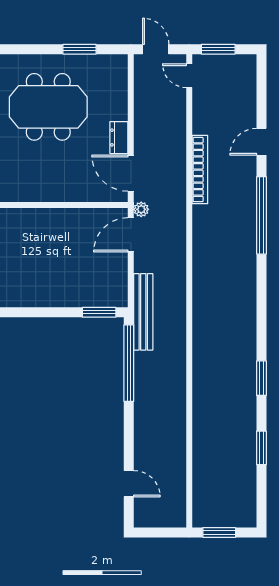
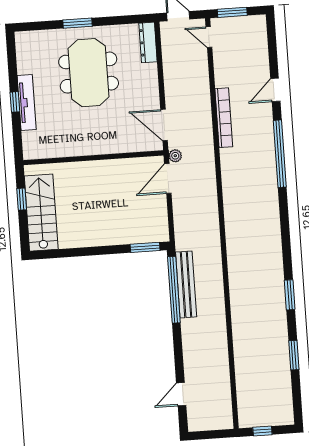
window: (79, 49) -> (77, 23), moved
meeting table: (48, 107) -> (89, 73), turned 90
dresser: (119, 138) -> (148, 42), moved, width x1.44
bench: (143, 312) -> (186, 284), moved
door: (129, 484) -> (181, 394), swing flipped
window: (219, 532) -> (262, 431), width x0.67

